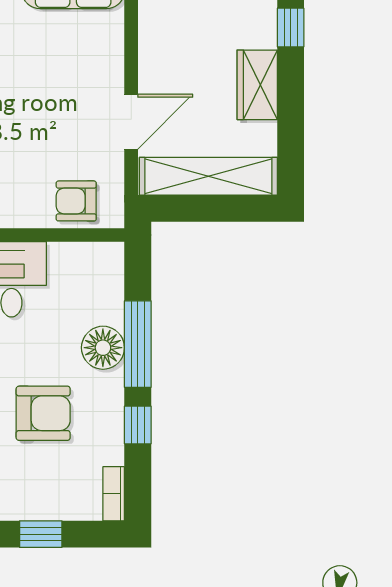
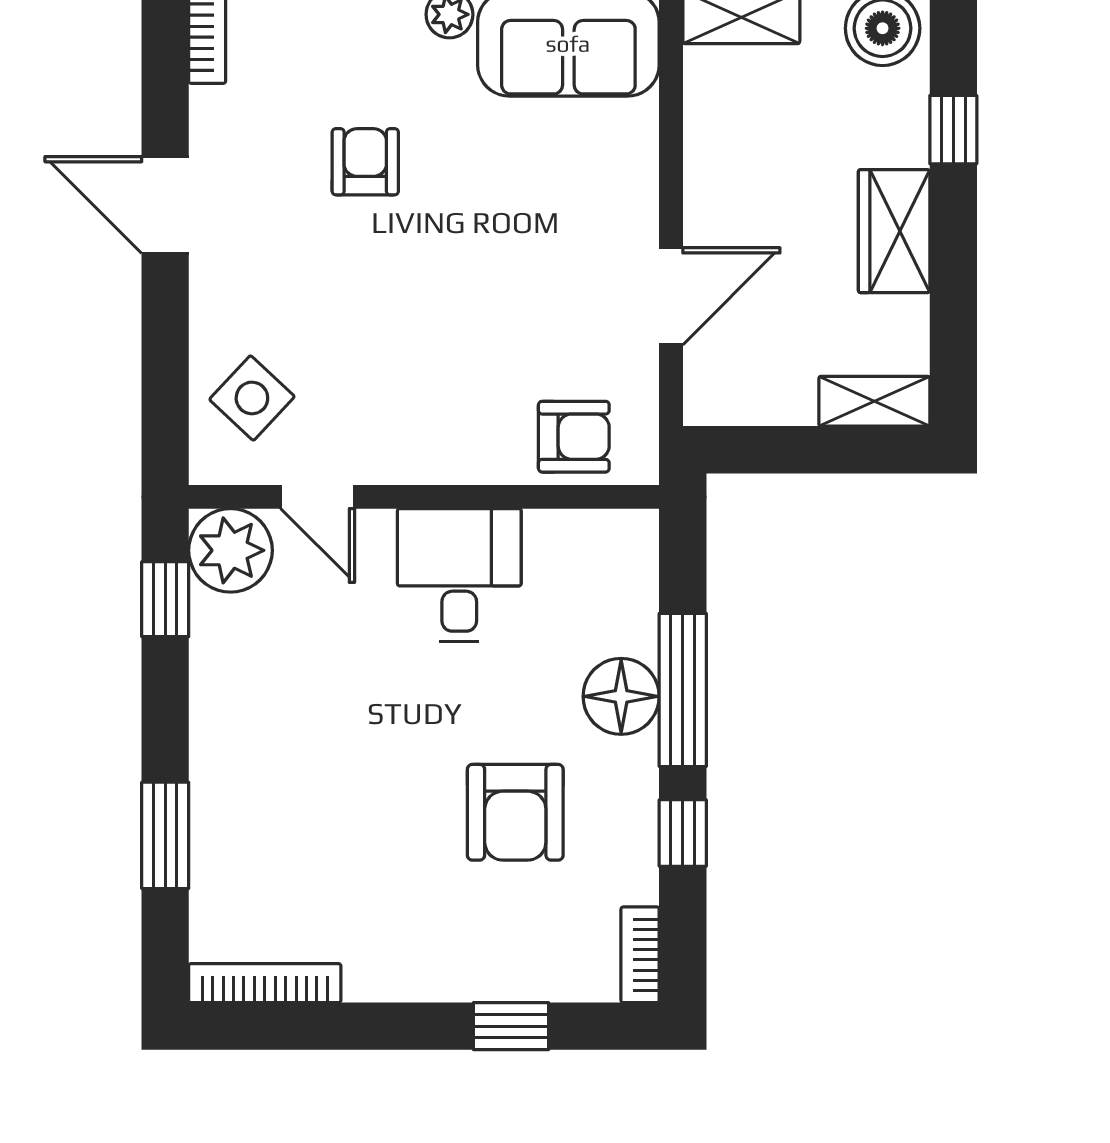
shelving: (208, 176) -> (874, 401), width x0.45, depth x0.75
armchair: (76, 201) -> (574, 437), turned 180
armchair: (43, 413) -> (515, 812), turned 90

